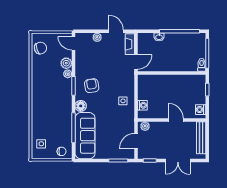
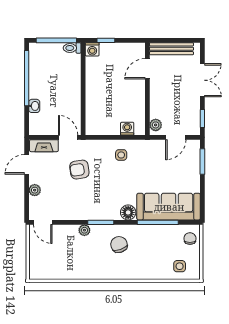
door: (73, 43) -> (43, 222), hinge flipped
chair: (40, 48) -> (119, 245), moved
plant: (66, 63) -> (70, 232), removed
armchair: (92, 86) -> (79, 170), moved
washing machine: (201, 110) -> (92, 49), moved
door: (176, 120) -> (147, 69), moved
door: (136, 141) -> (176, 137), hinge flipped

